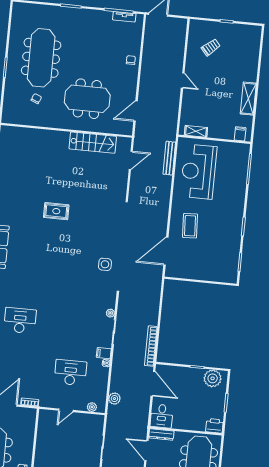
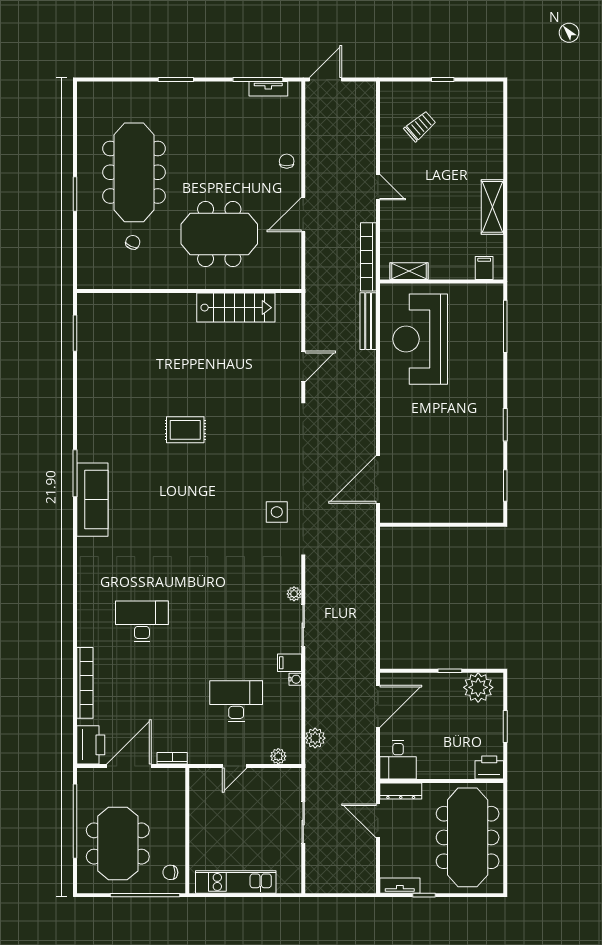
door: (136, 111) -> (303, 214), moved
door: (131, 160) -> (303, 367), moved
coffee table: (190, 226) -> (415, 432), removed
bookcase: (151, 346) -> (368, 257), moved
door: (153, 384) -> (378, 706), hinge flipped

